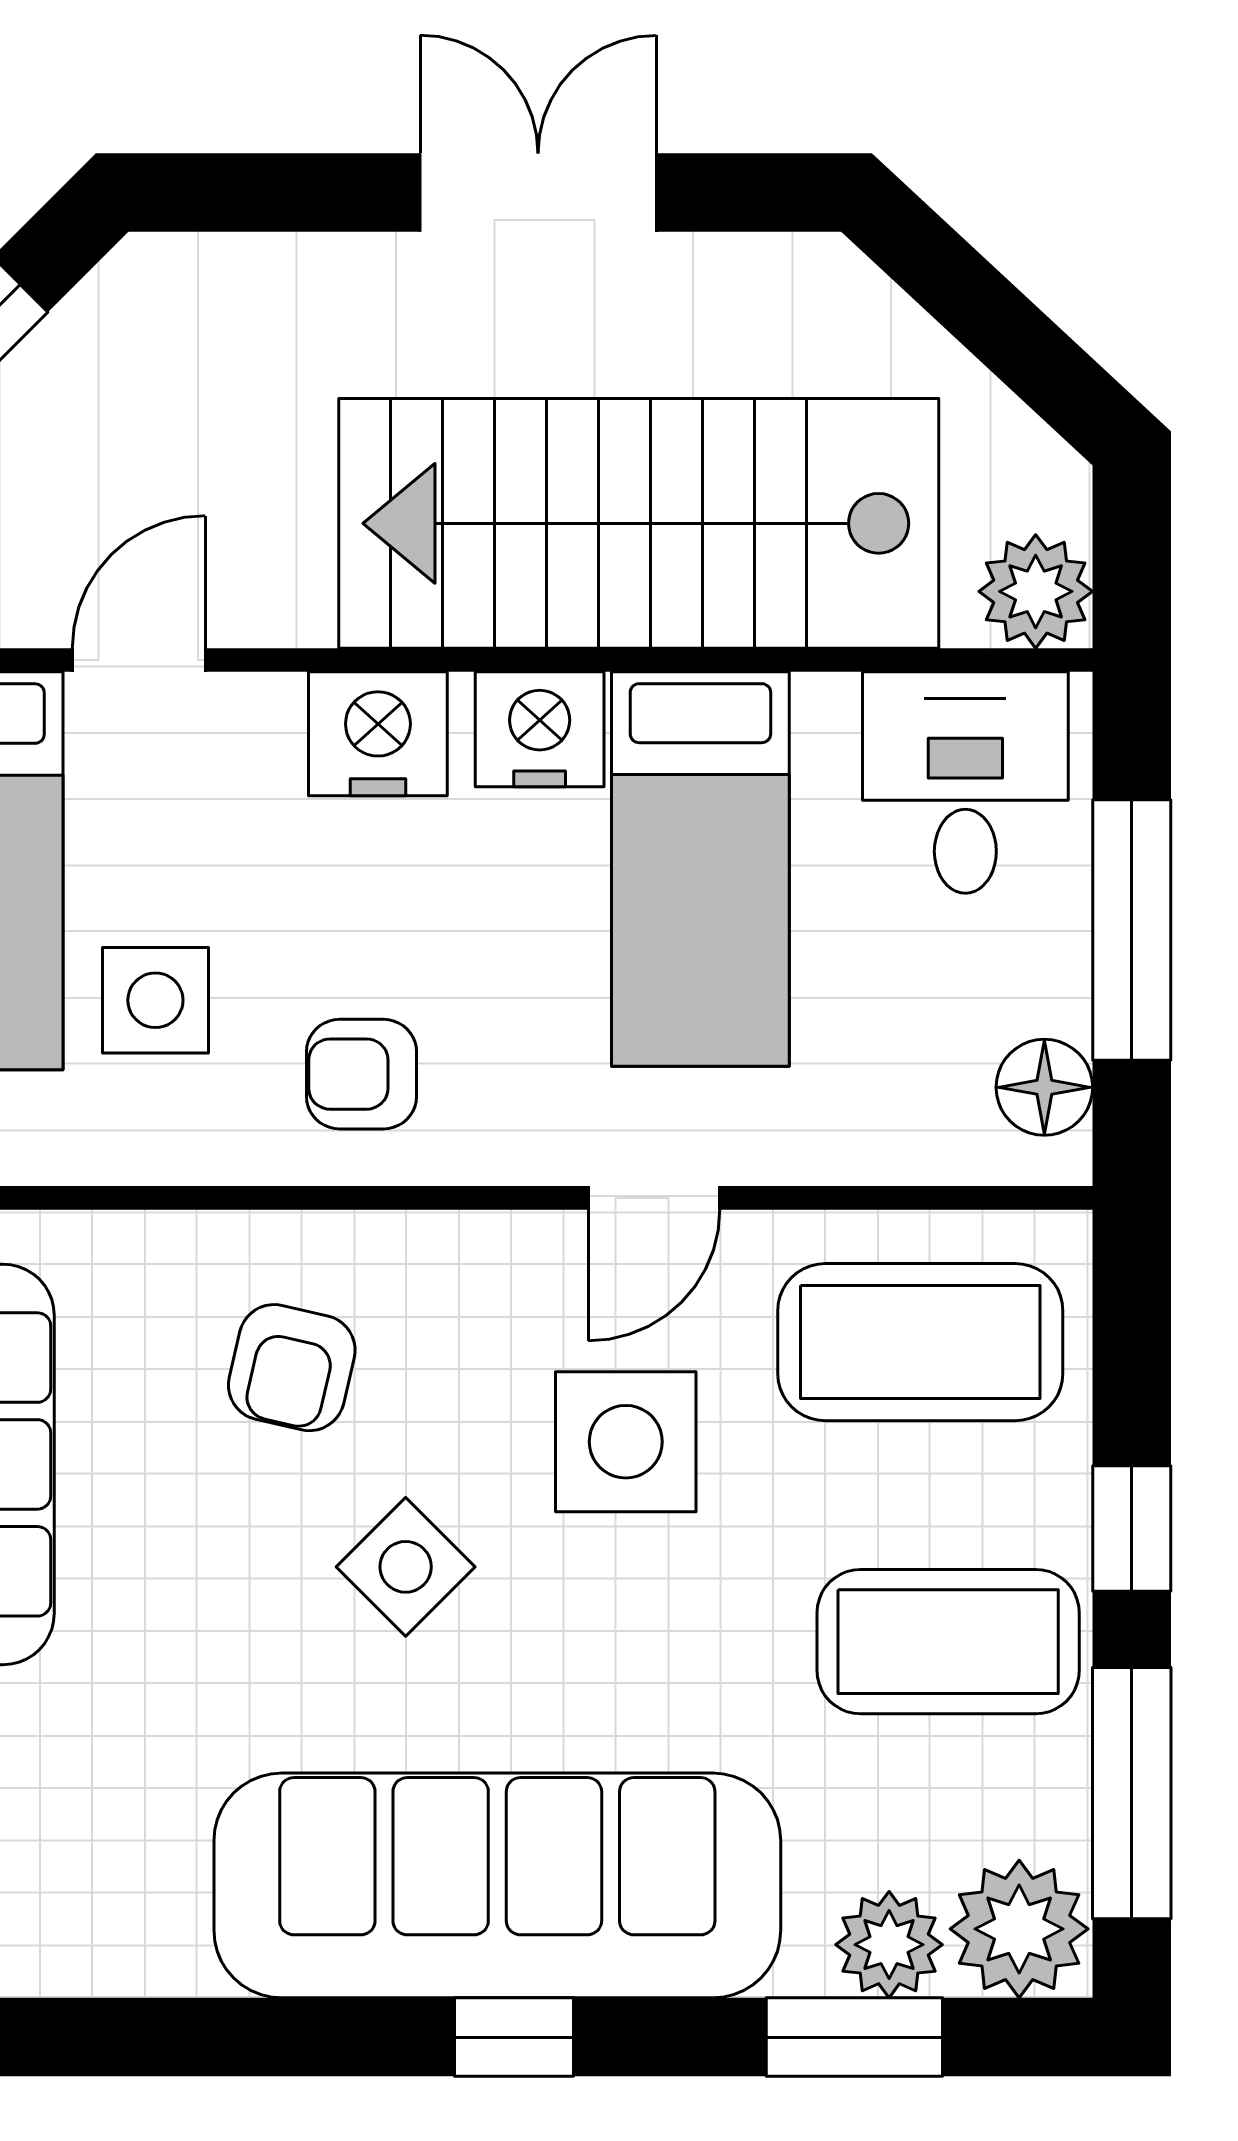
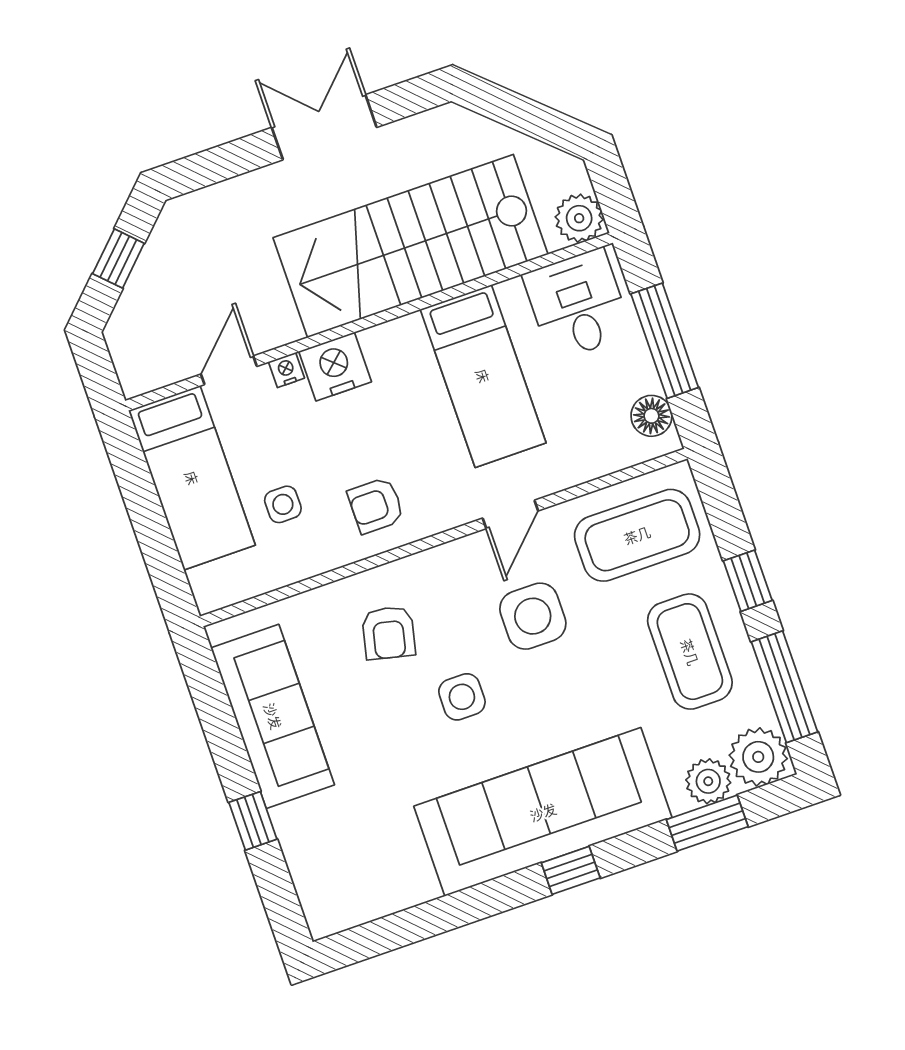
nightstand: (540, 729) -> (286, 370), moved, width x0.53, depth x0.56
side table: (155, 1000) -> (283, 504), width x0.73, depth x0.73
side table: (406, 1567) -> (462, 697), turned 45
coffee table: (948, 1642) -> (690, 652), turned 90

